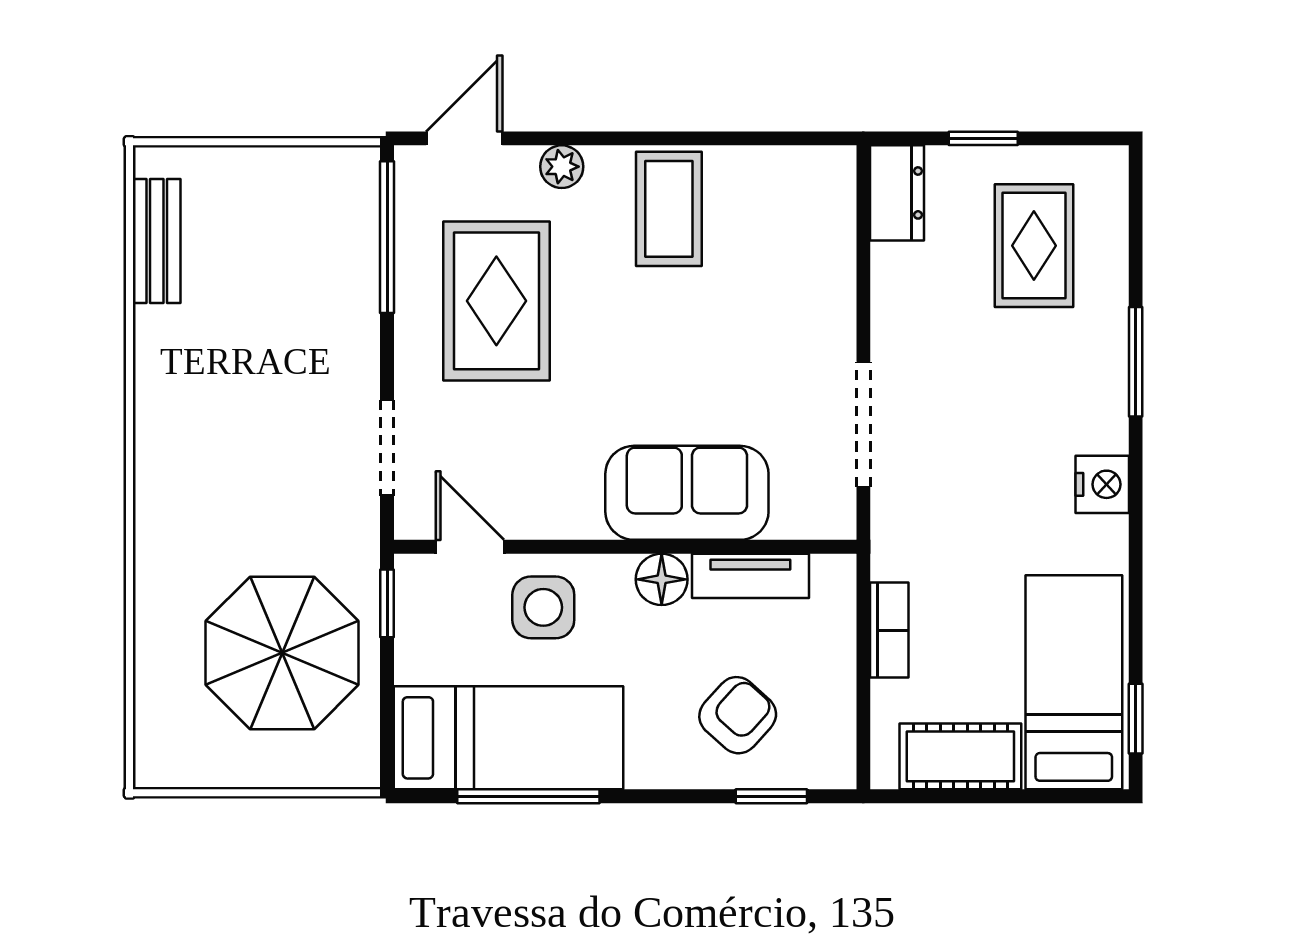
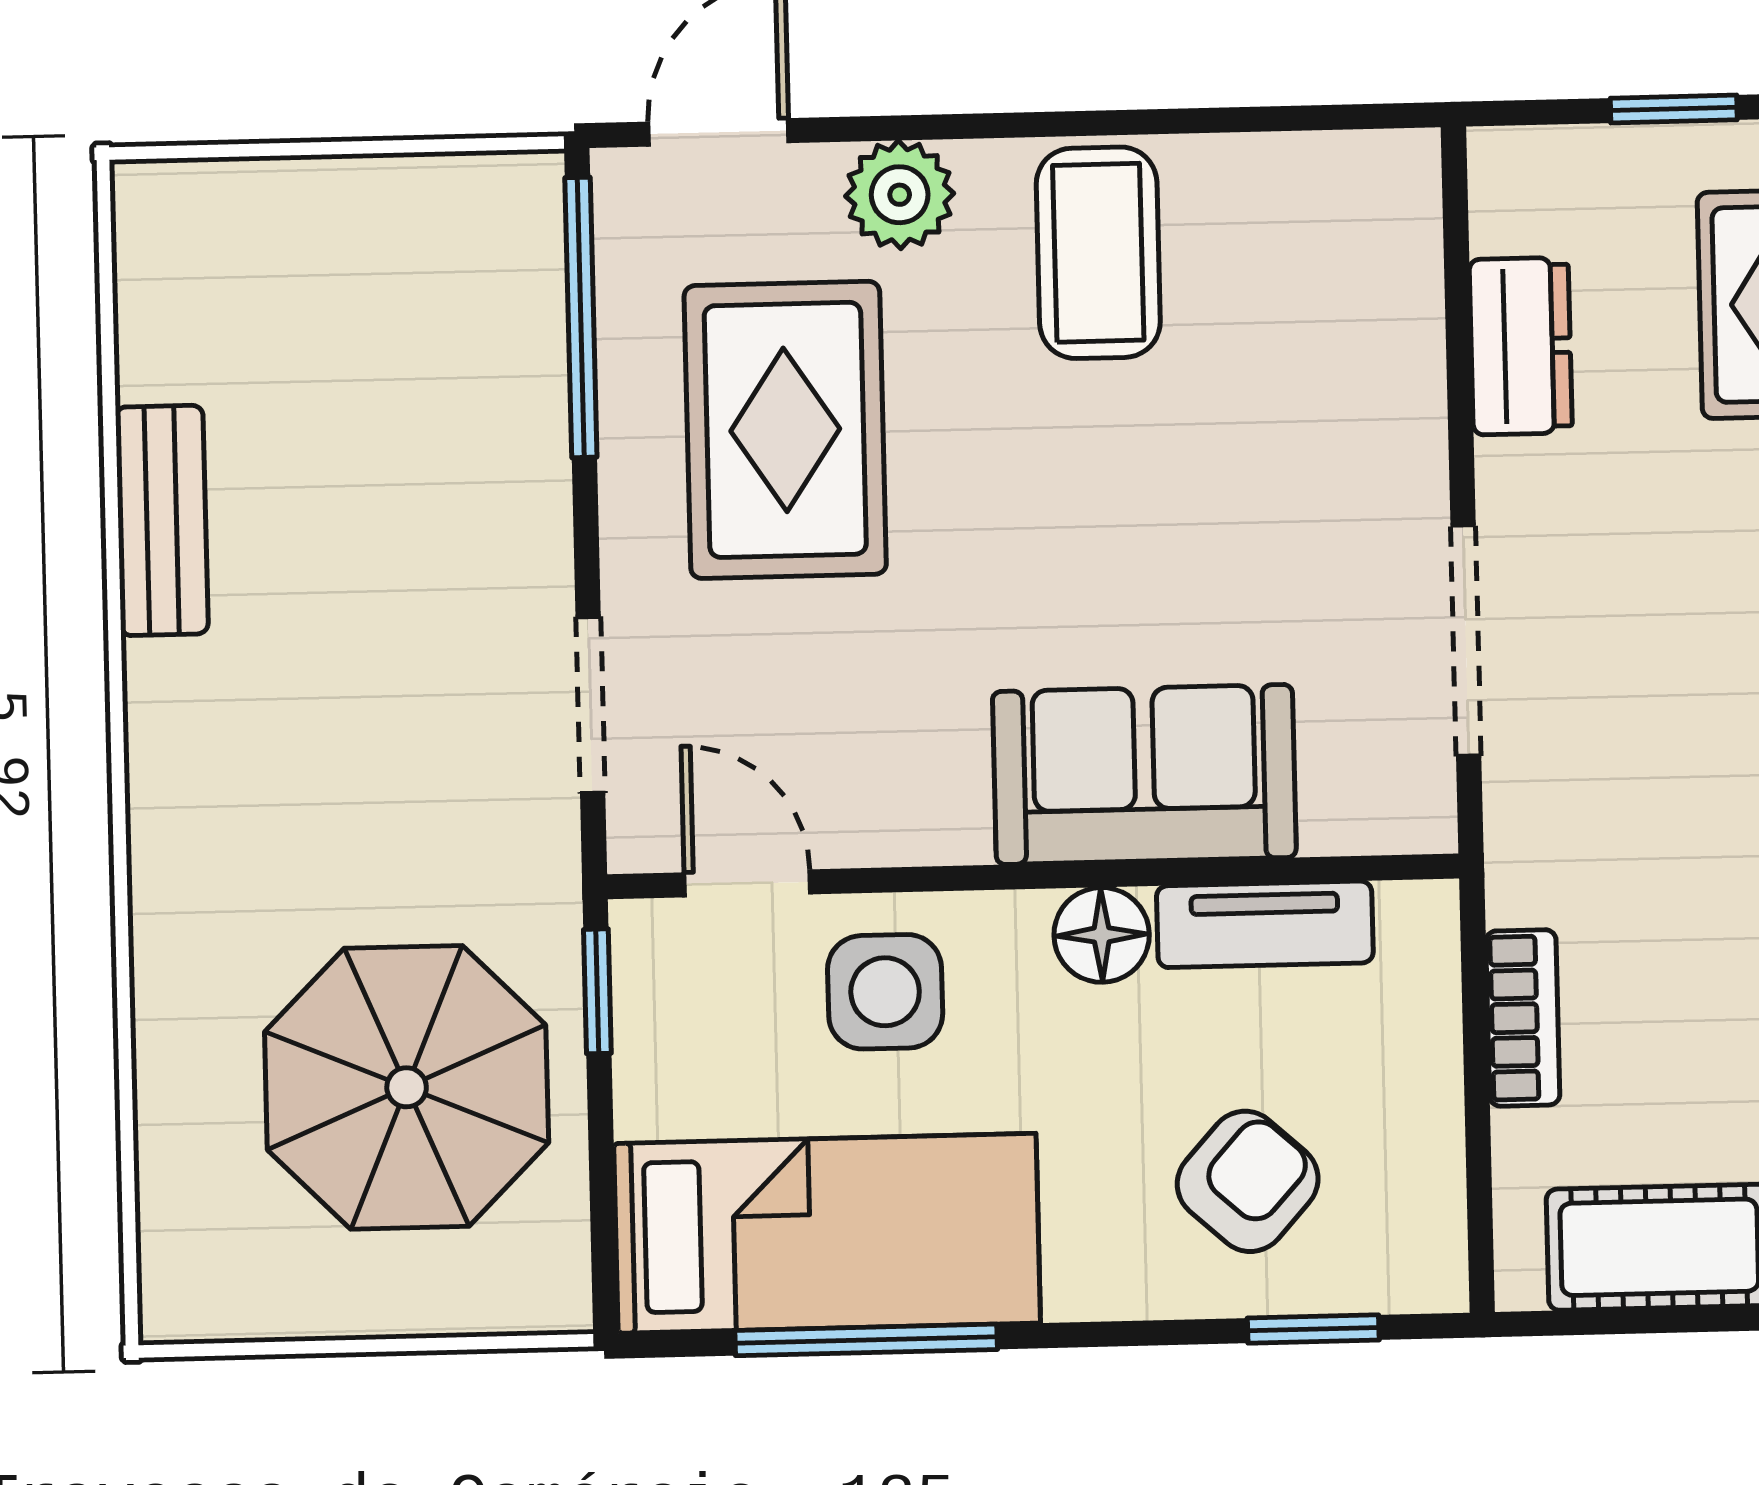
plant: (562, 167) -> (900, 195), width x1.38, depth x1.38
dresser: (897, 193) -> (1521, 346), moved
bench: (157, 241) -> (162, 520), moved

